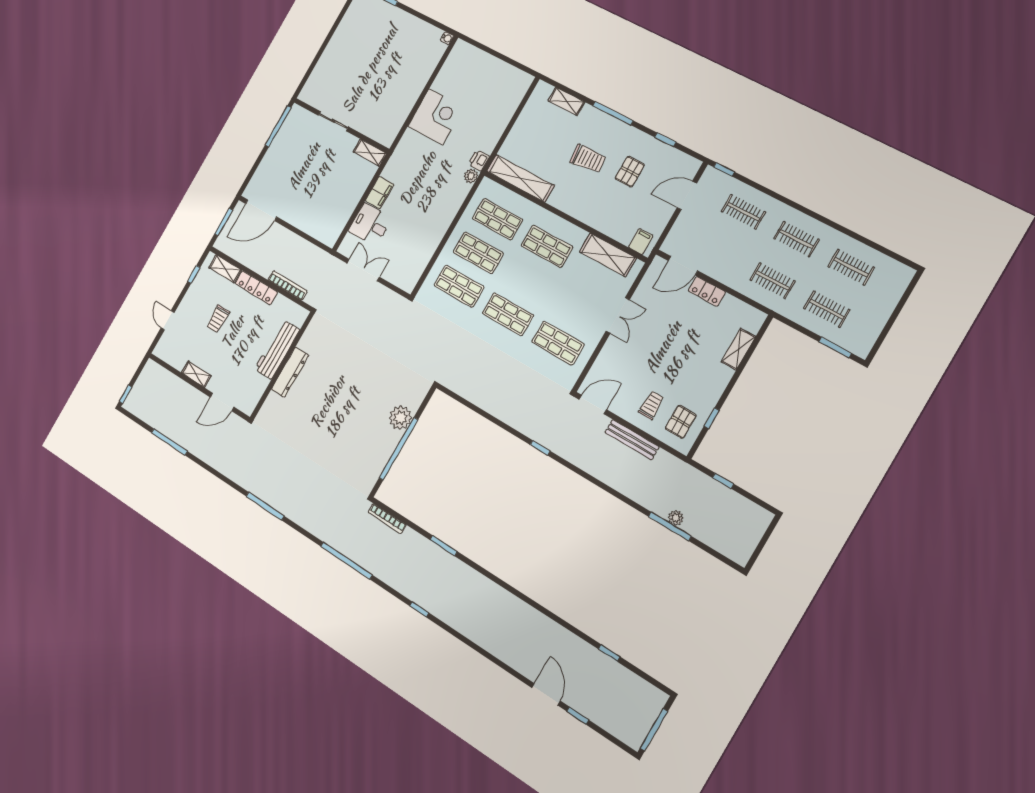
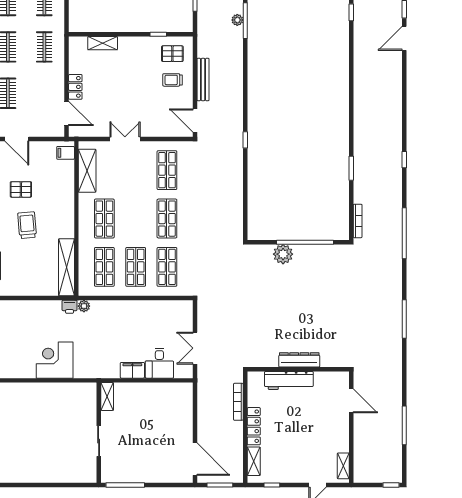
trolley: (218, 319) -> (293, 443), removed
shelving: (196, 374) -> (343, 466), moved

